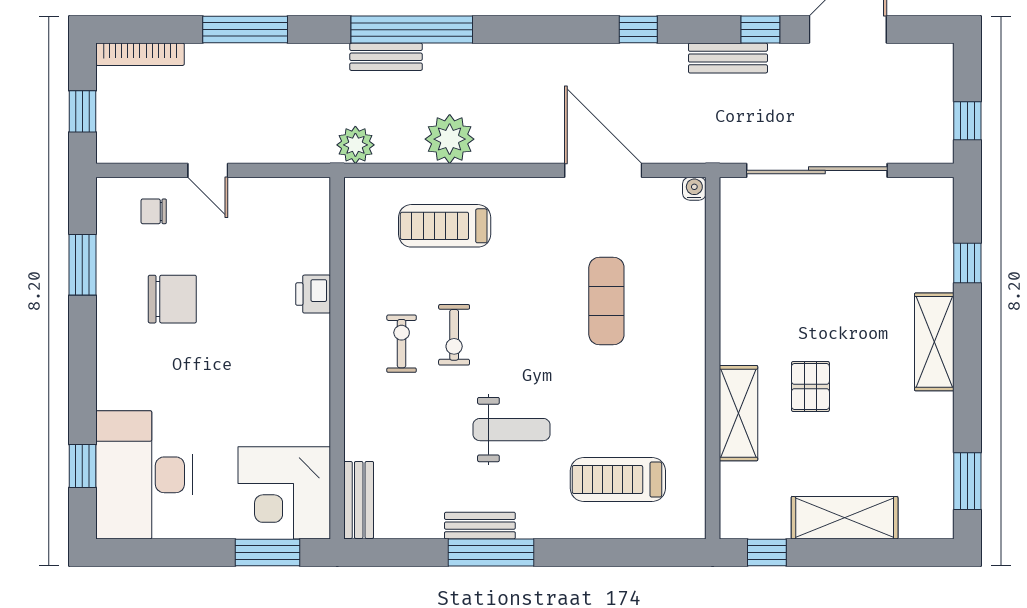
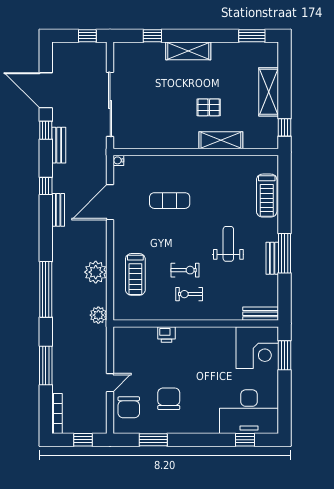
bench: (386, 57) -> (58, 210), moved
chair: (154, 211) -> (129, 407), width x1.87, depth x1.87
treadmill: (618, 479) -> (267, 196), moved

